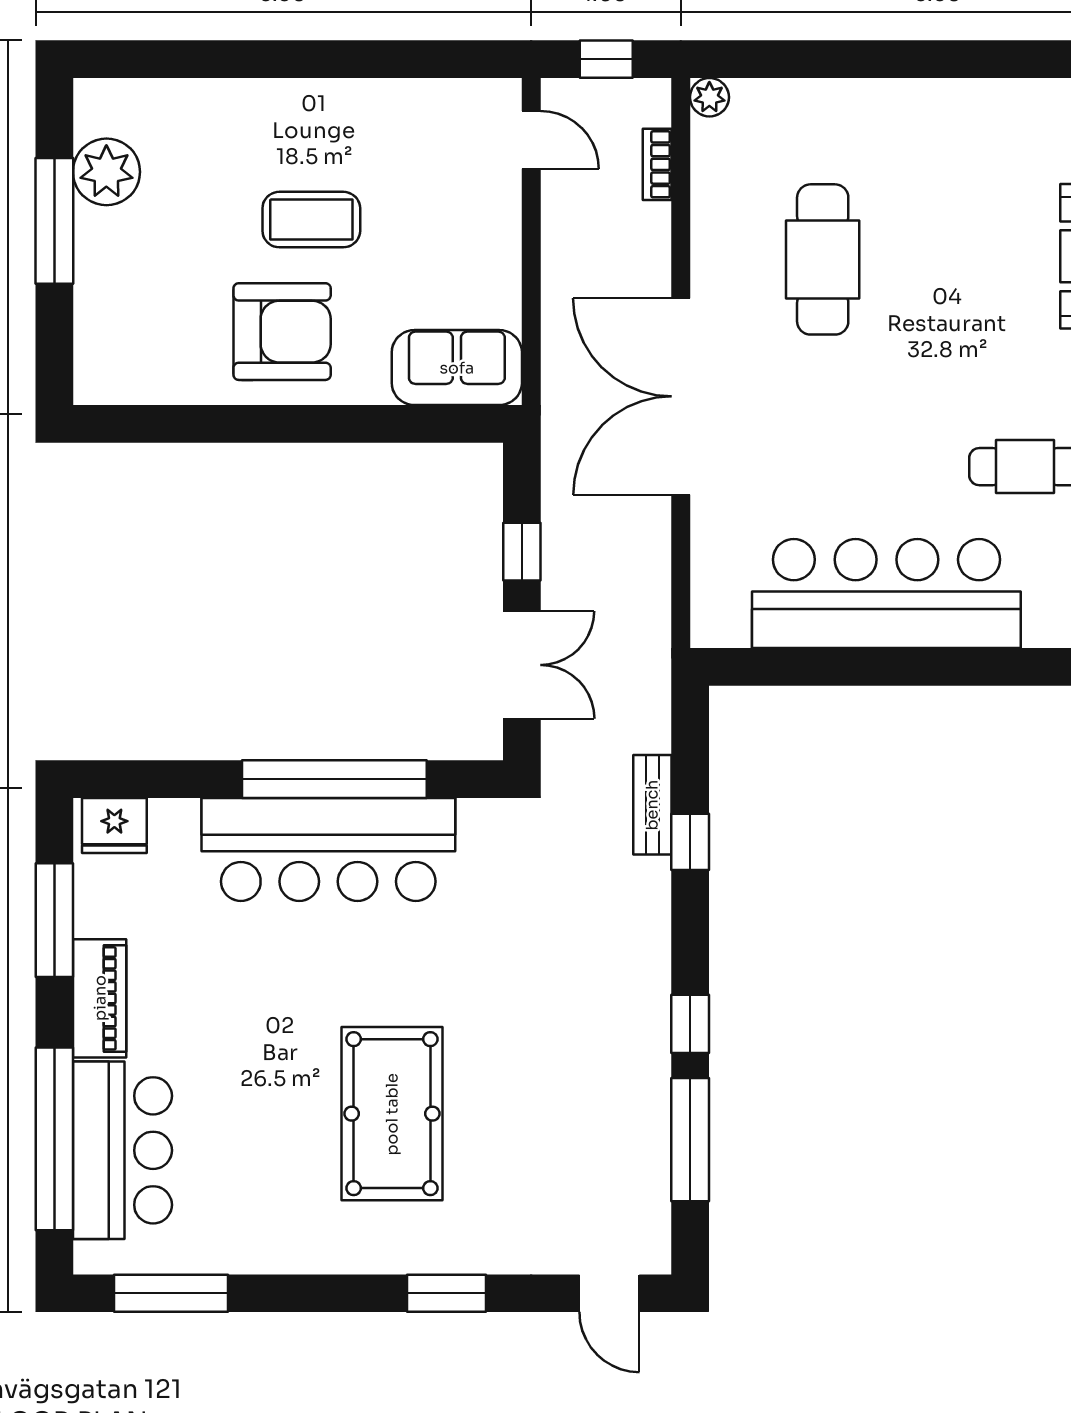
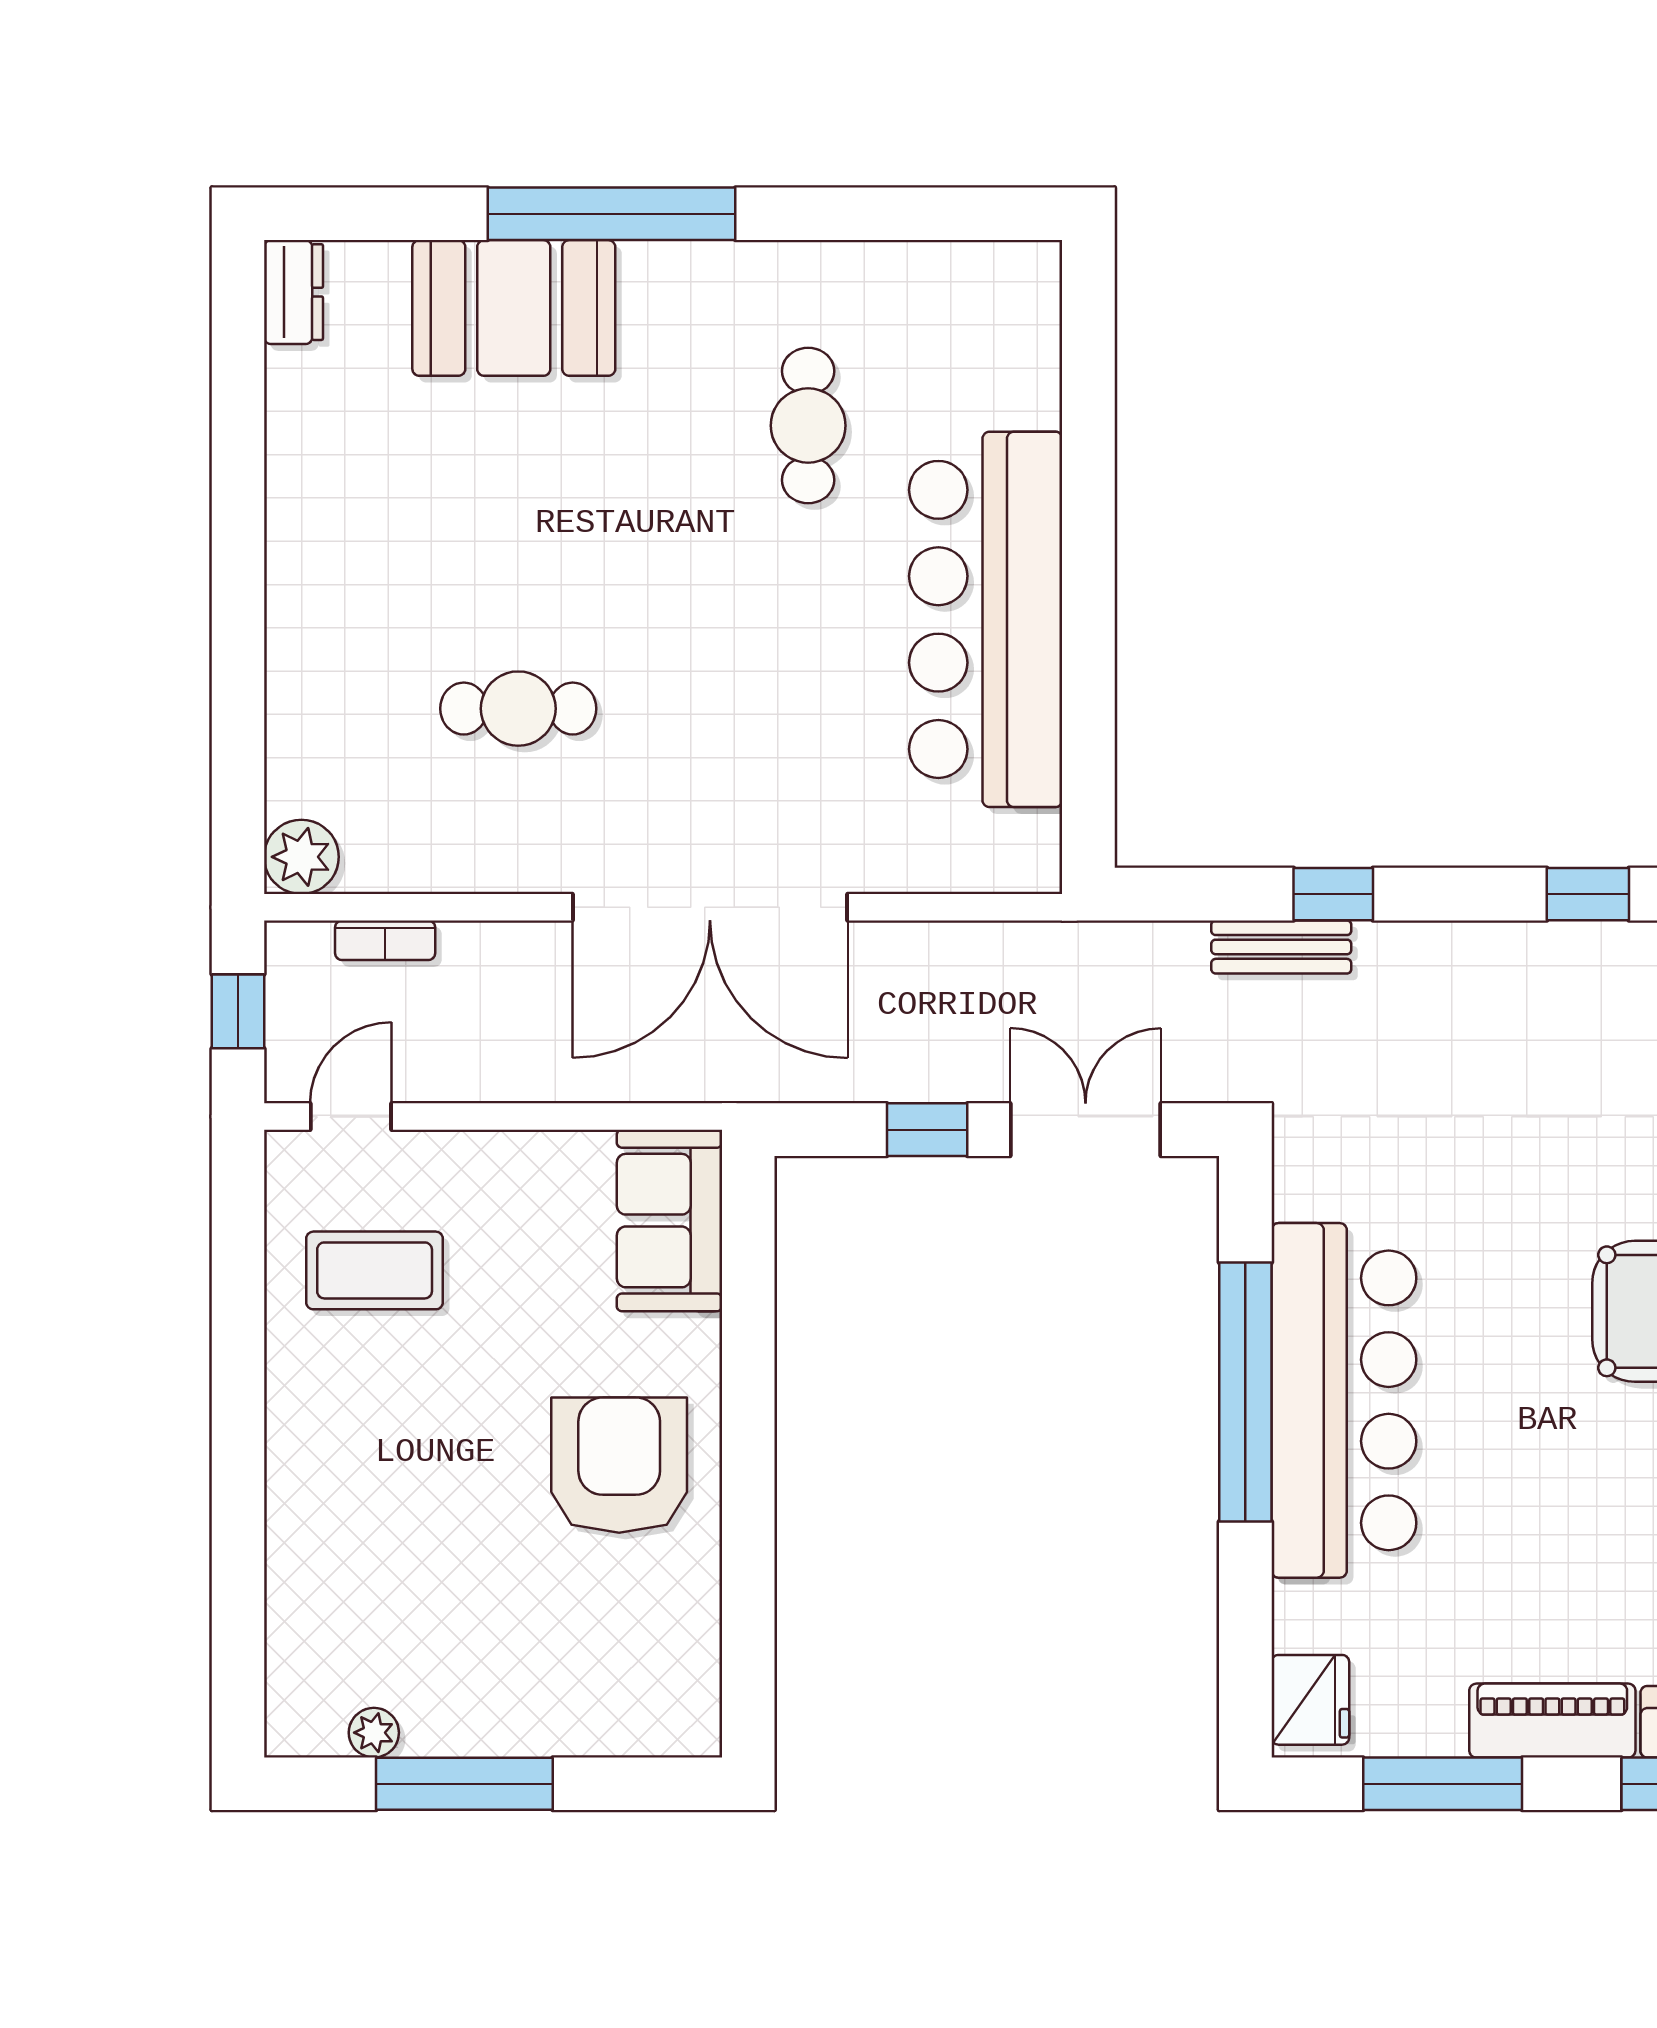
plant: (709, 97) -> (301, 857), width x1.38, depth x1.38
plant: (106, 172) -> (374, 1733), width x0.53, depth x0.53
coffee table: (311, 220) -> (375, 1270), moved, turned 90
cafe table: (823, 259) -> (518, 709), width x0.73, depth x0.74

